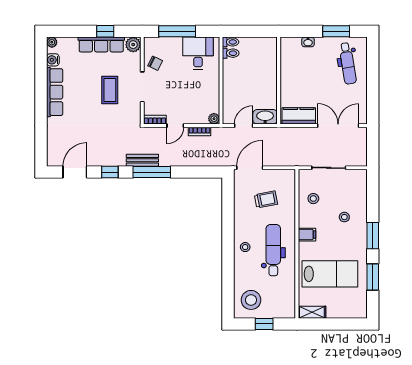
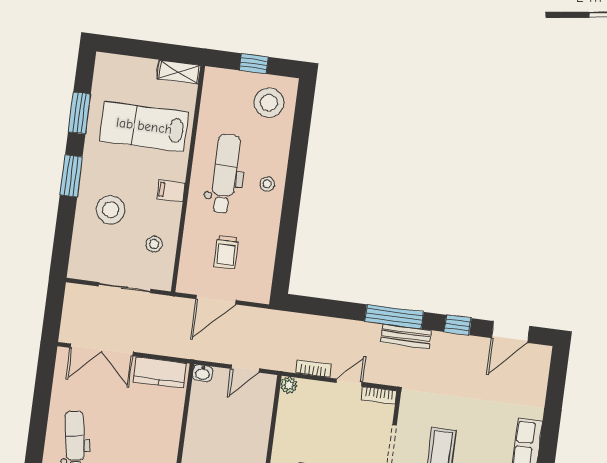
washbasin: (265, 117) -> (203, 373), width x0.52, depth x0.69
door: (250, 168) -> (216, 300), moved
trolley: (266, 199) -> (226, 252), turned -79
stool: (344, 217) -> (111, 210), width x1.89, depth x1.89
dental chair: (273, 250) -> (225, 174), turned 180

